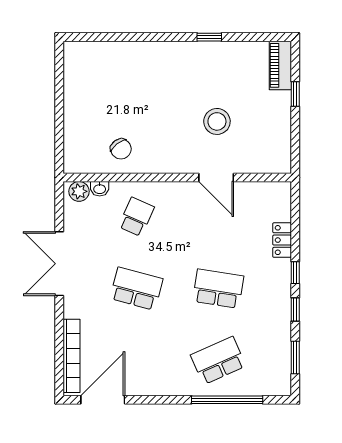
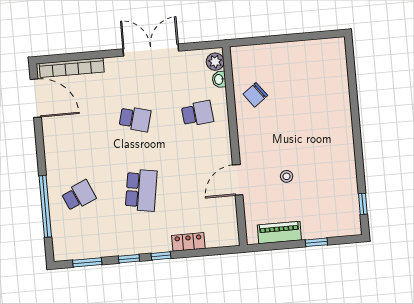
window: (209, 37) -> (363, 204), moved
piano: (280, 65) -> (279, 233), moved
stool: (217, 121) -> (287, 176), width x0.53, depth x0.53
school desk: (136, 217) -> (197, 113), turned -30
school desk: (136, 289) -> (135, 119), width x0.54
school desk: (218, 360) -> (79, 196), width x0.54

